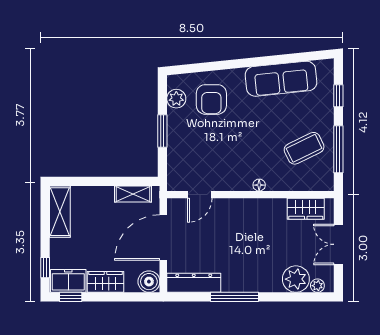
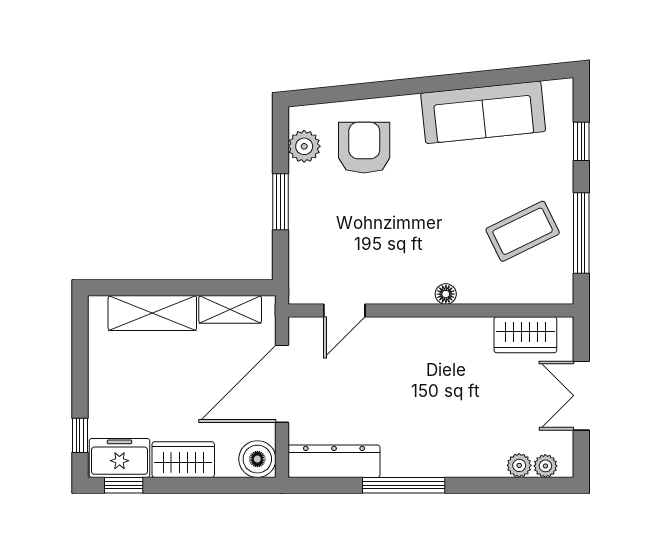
armchair: (211, 99) -> (364, 148), turned 180
shelving: (60, 212) -> (152, 313), moved, turned 90
plant: (296, 279) -> (519, 465), width x0.53, depth x0.53

